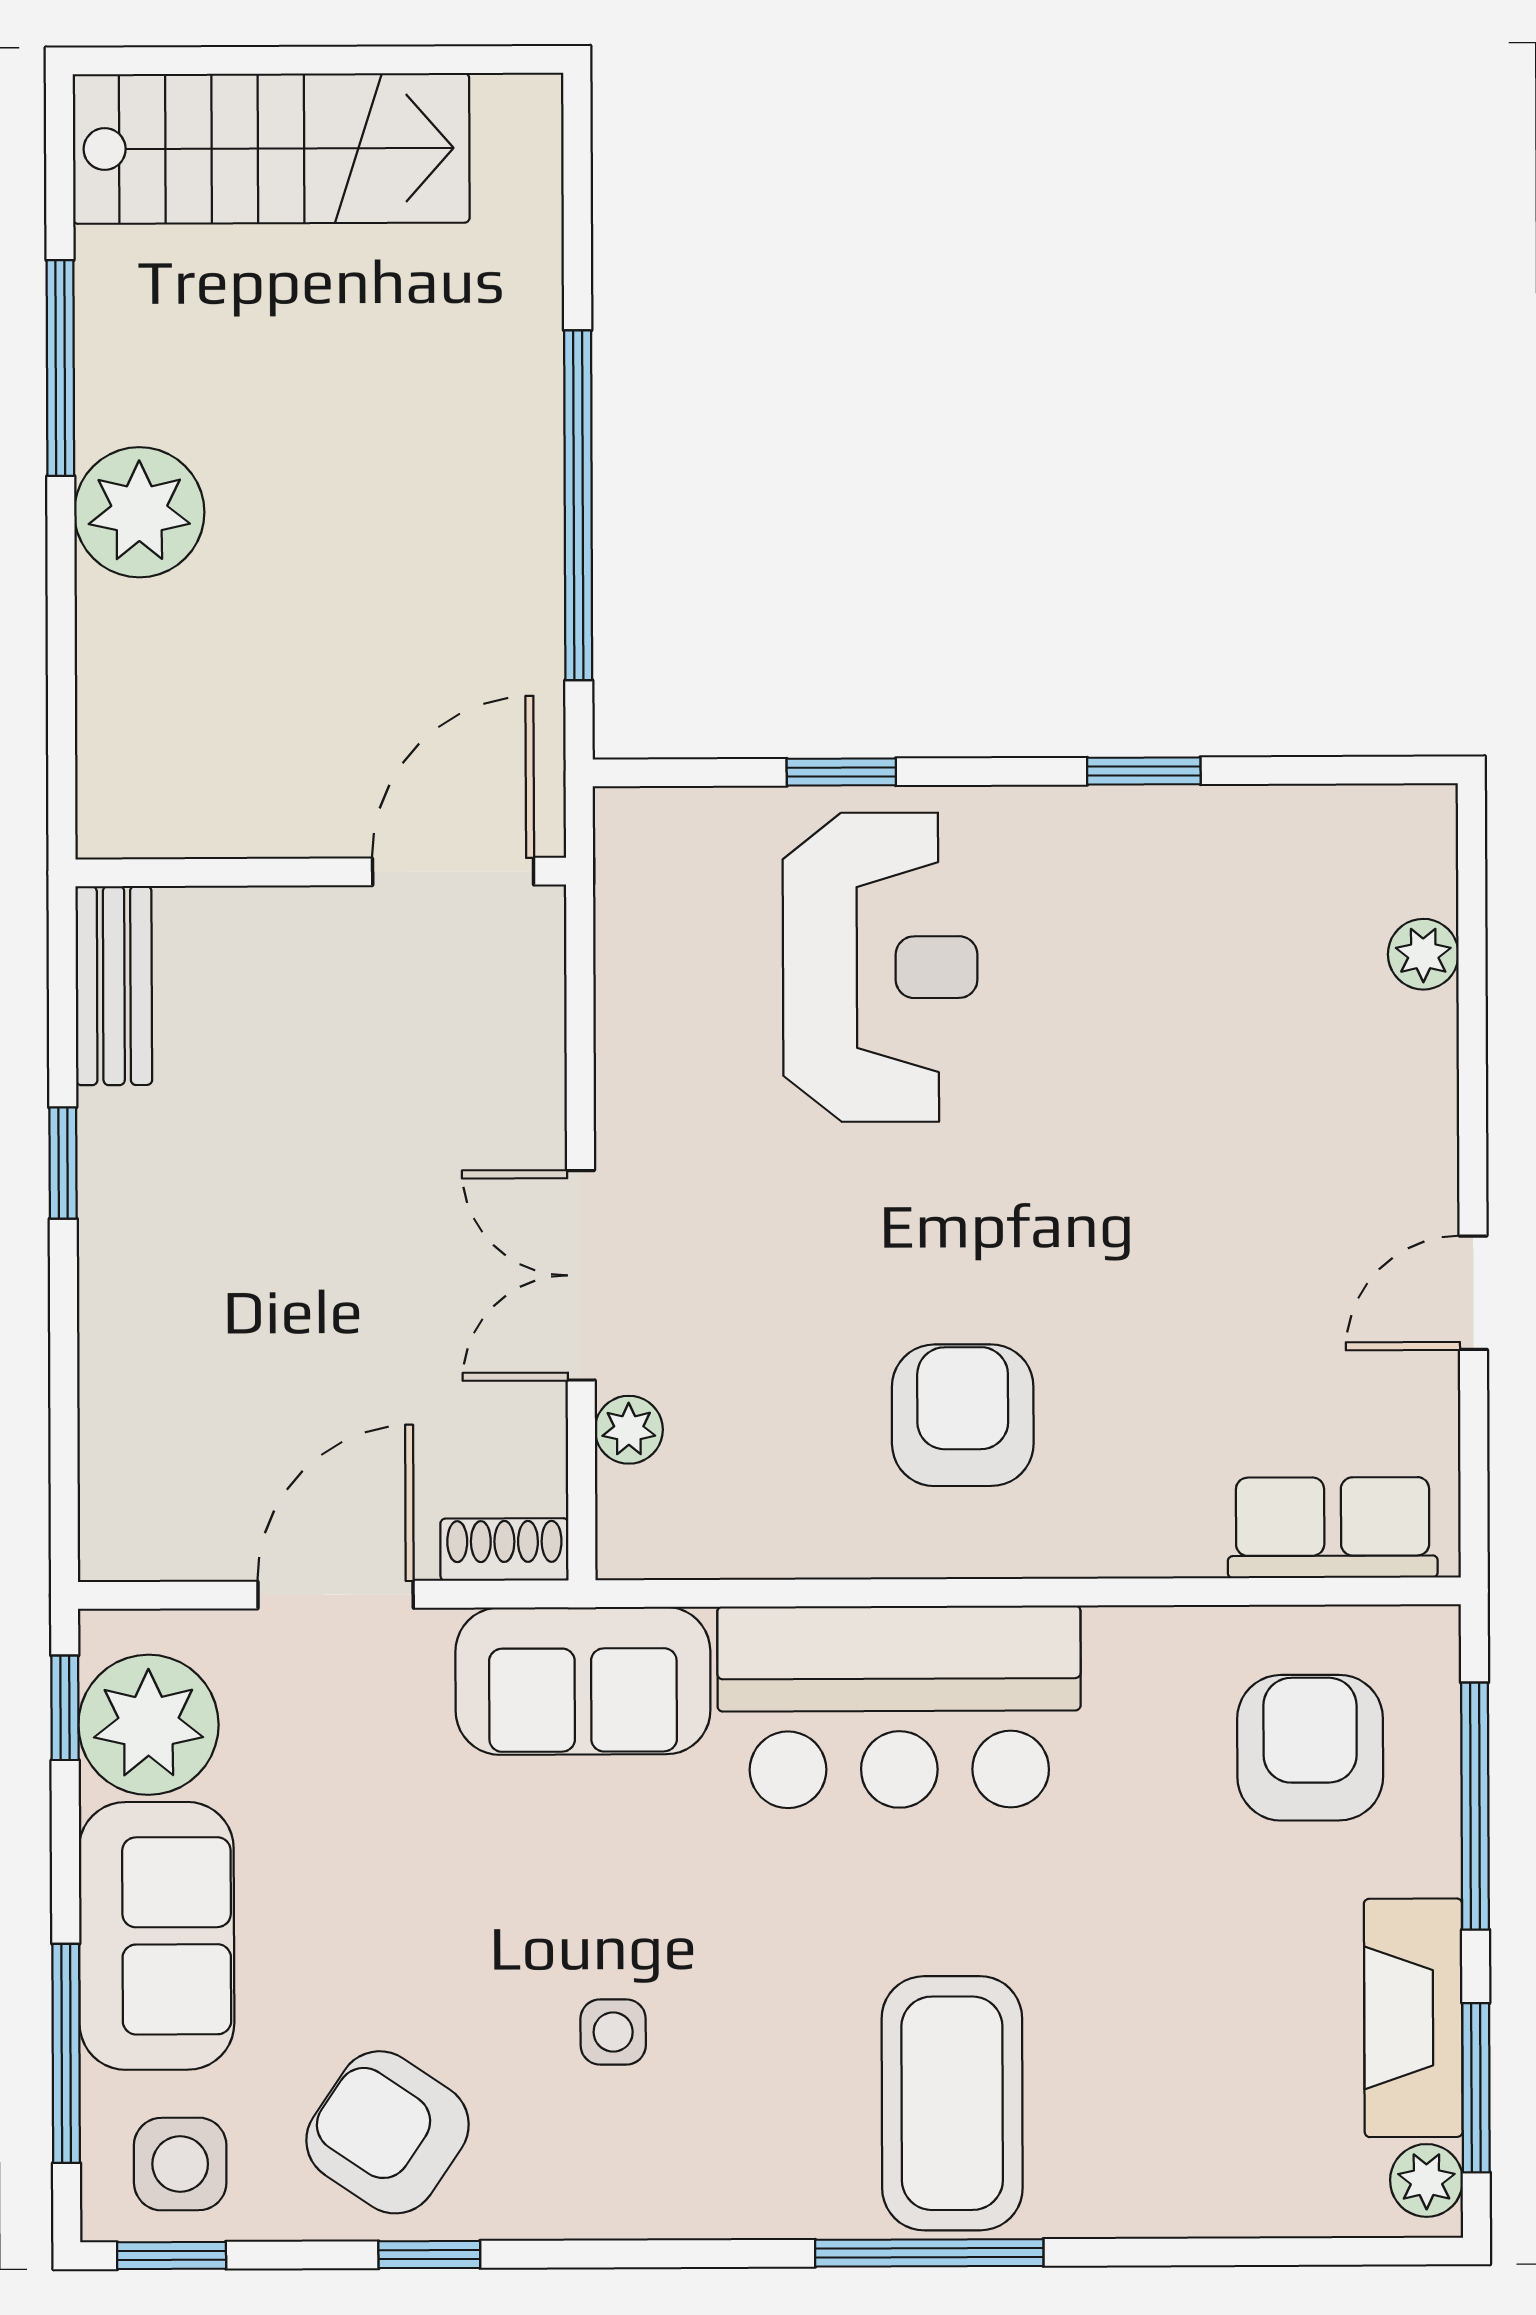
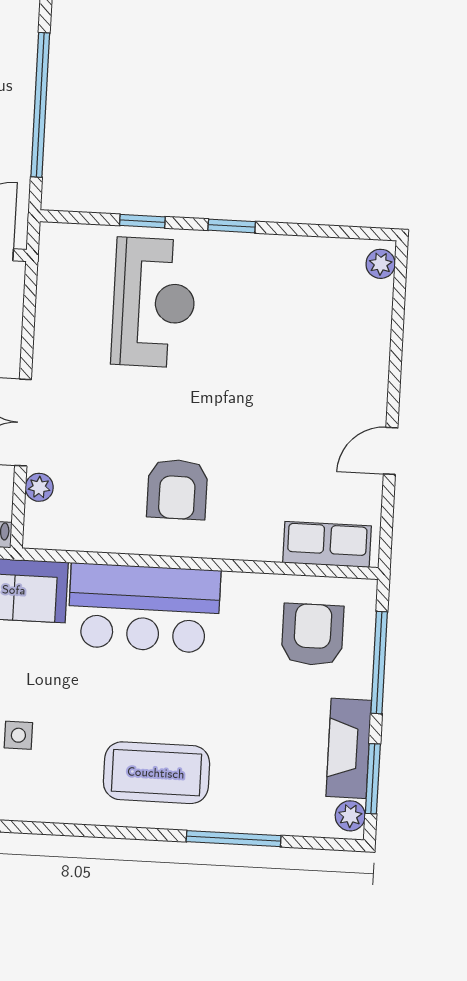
window: (1144, 771) -> (232, 226), moved
plant: (1423, 954) -> (381, 264), moved
armchair: (963, 1415) -> (177, 489), turned 180
coffee table: (952, 2103) -> (156, 773), turned 90
window: (929, 2253) -> (234, 839), moved

